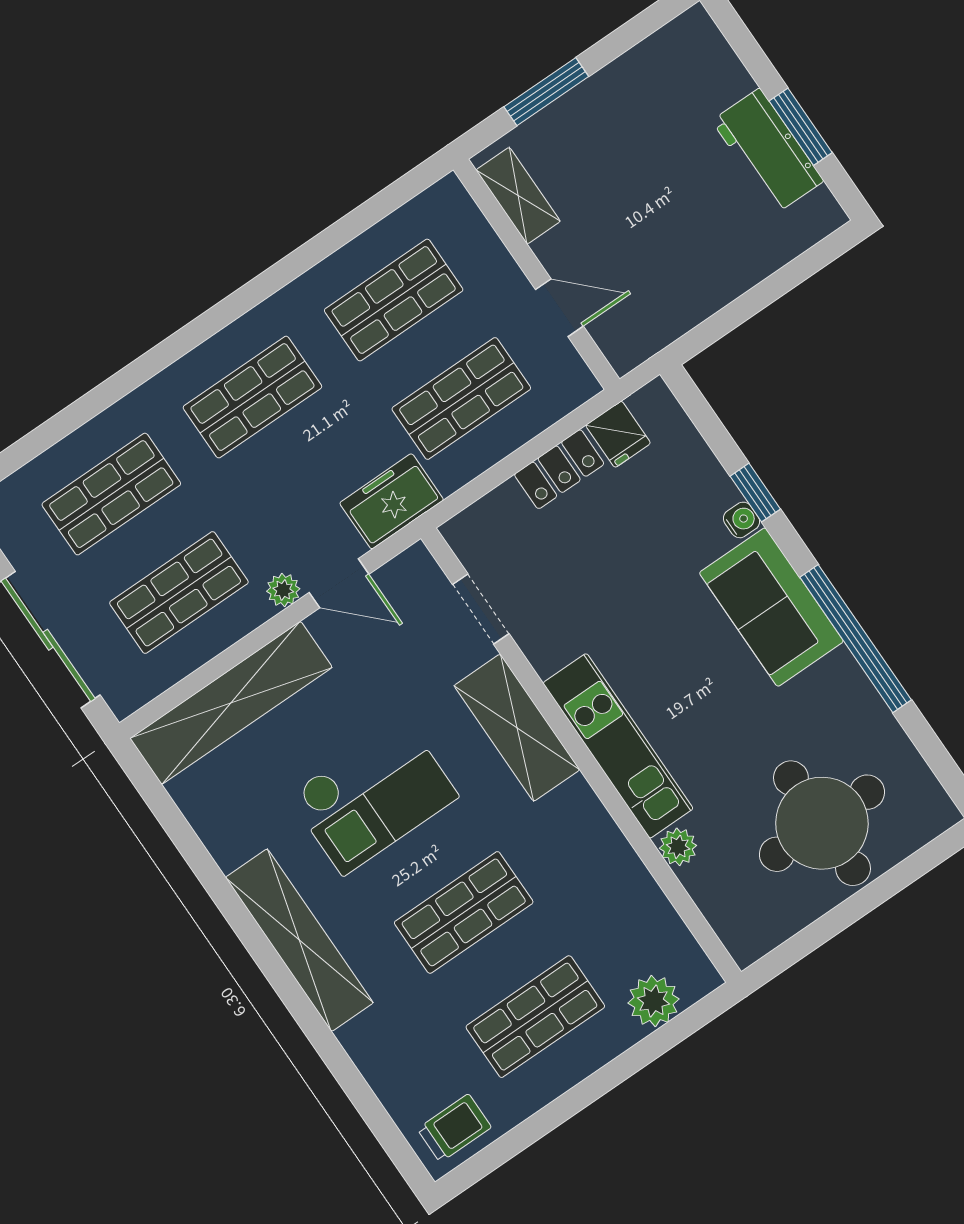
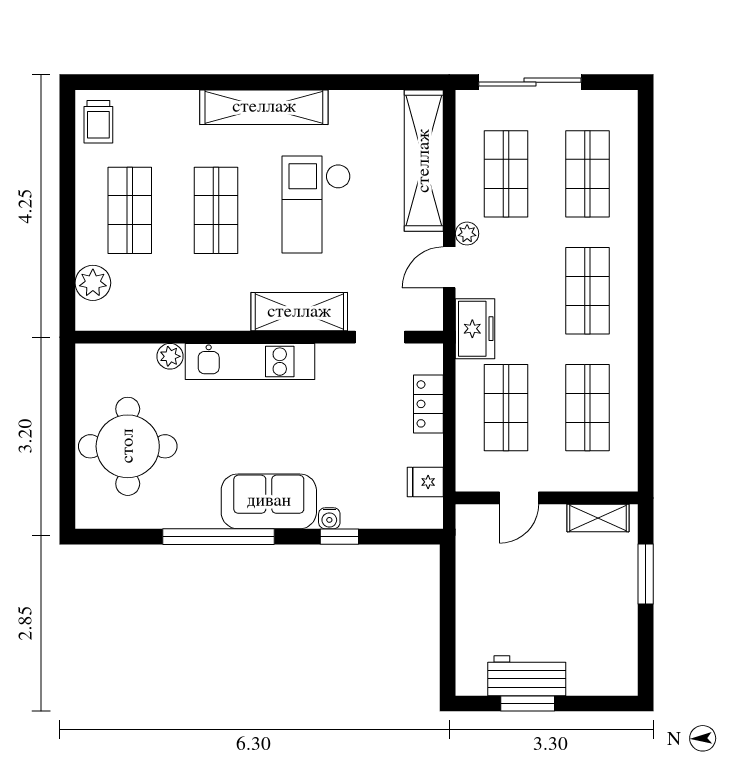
locker: (559, 469) -> (428, 404), moved

